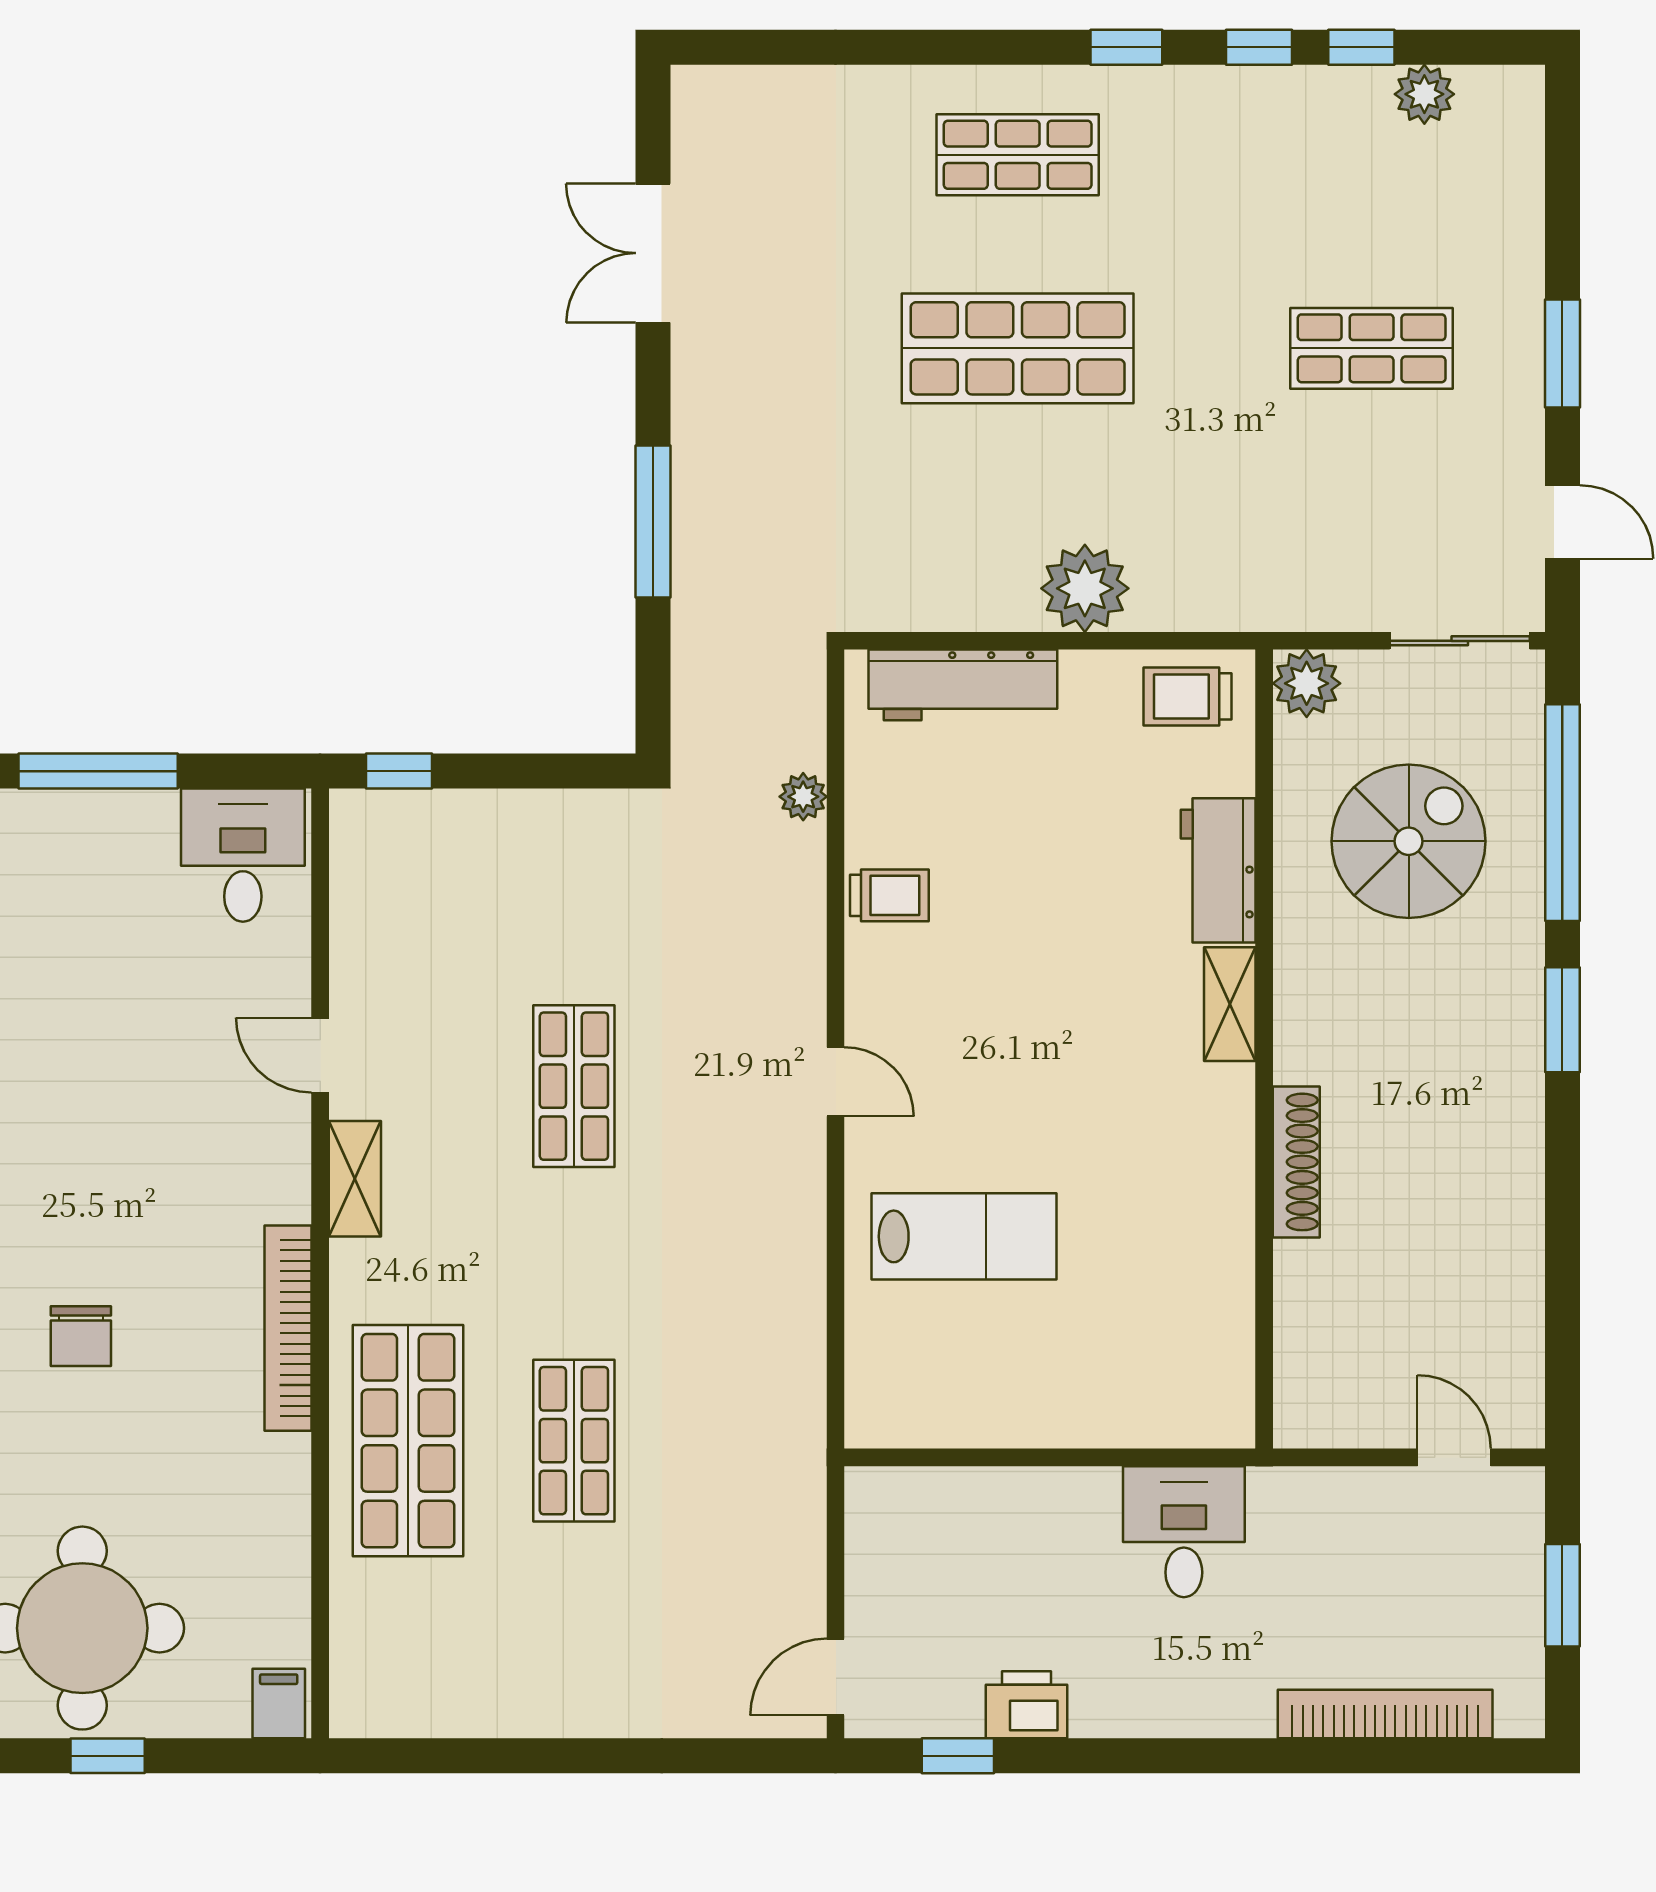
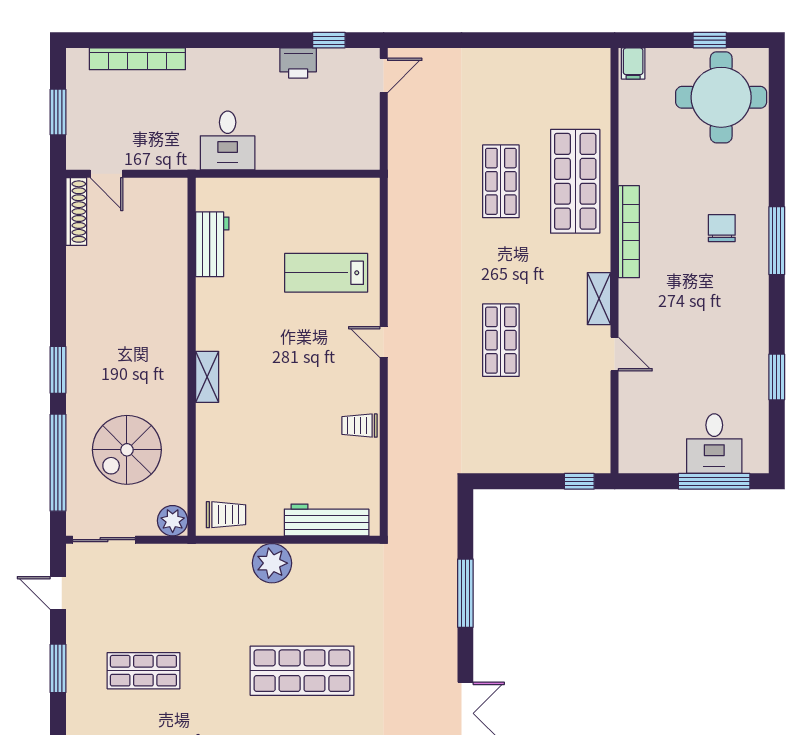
plant: (803, 797) -> (398, 470), removed
desk: (243, 855) -> (714, 444), moved
workbench: (1218, 870) -> (212, 244), moved
shoe rack: (1296, 1162) -> (76, 212), moved, turned 180

